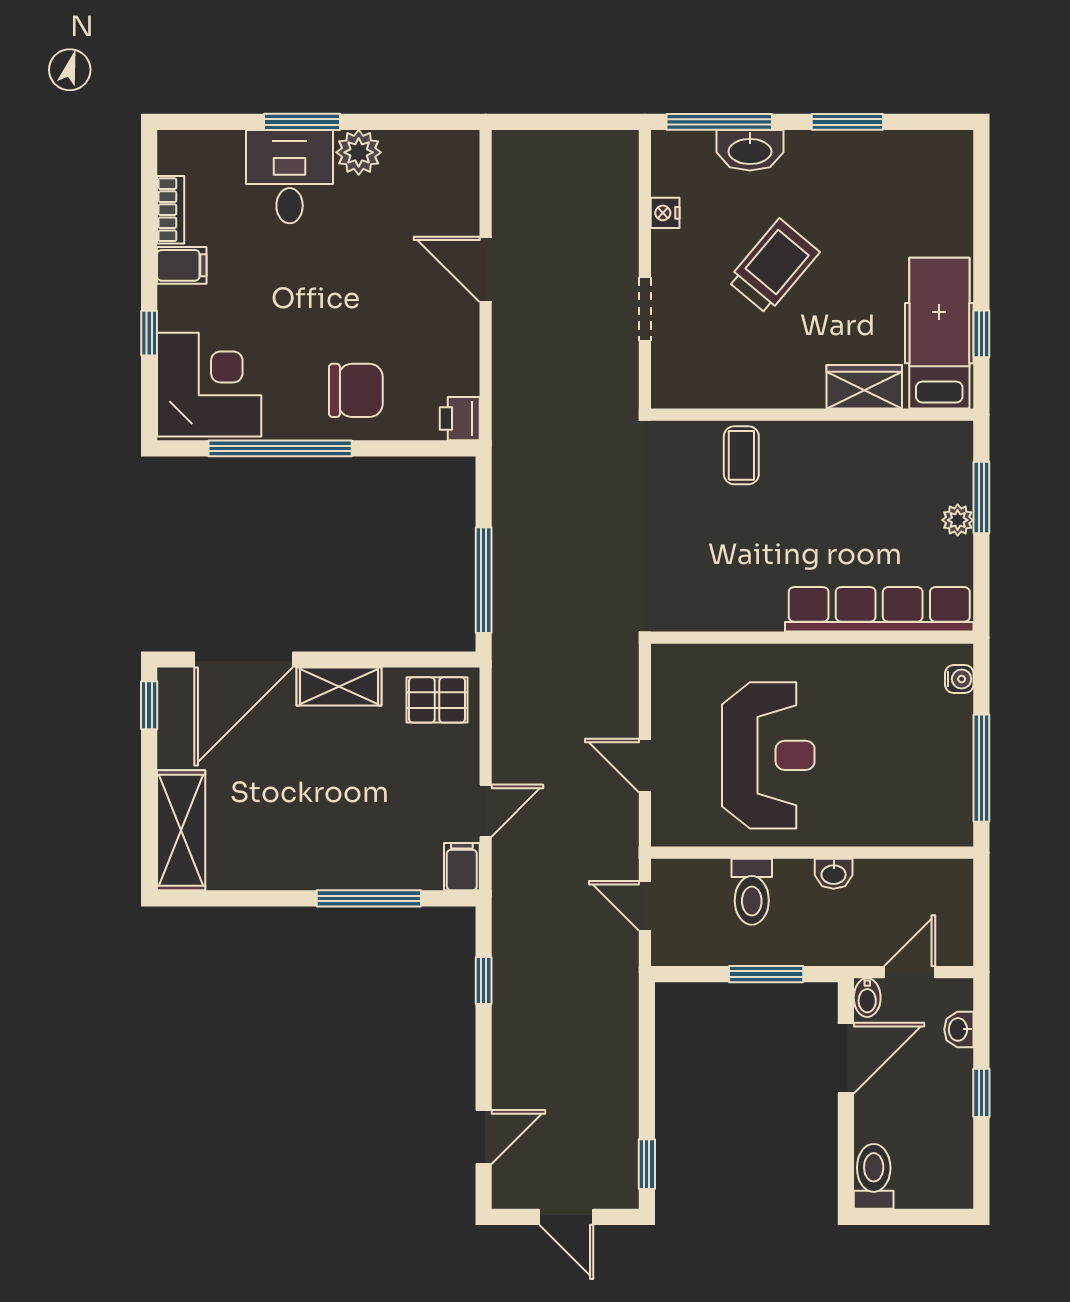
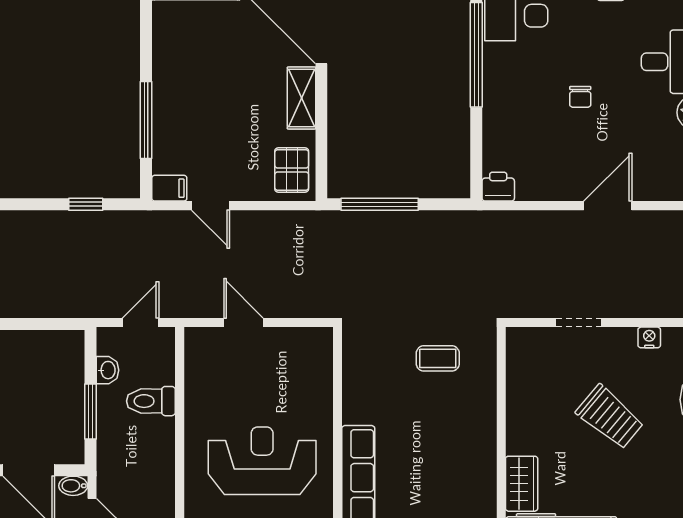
chair: (356, 390) -> (580, 97), moved, width x0.54, depth x0.54
coffee table: (741, 455) -> (438, 358), moved
reception desk: (768, 755) -> (262, 461), moved, turned 180
door: (645, 766) -> (243, 323), hinge flipped
washbasin: (834, 874) -> (107, 370), moved, turned 180

